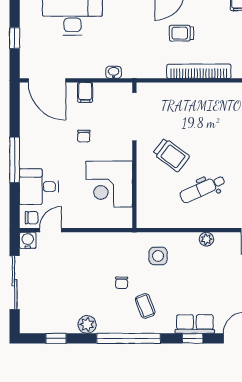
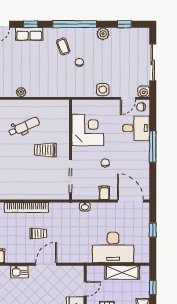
trolley: (171, 155) -> (45, 150), turned -37
side table: (158, 256) -> (103, 90), moved

